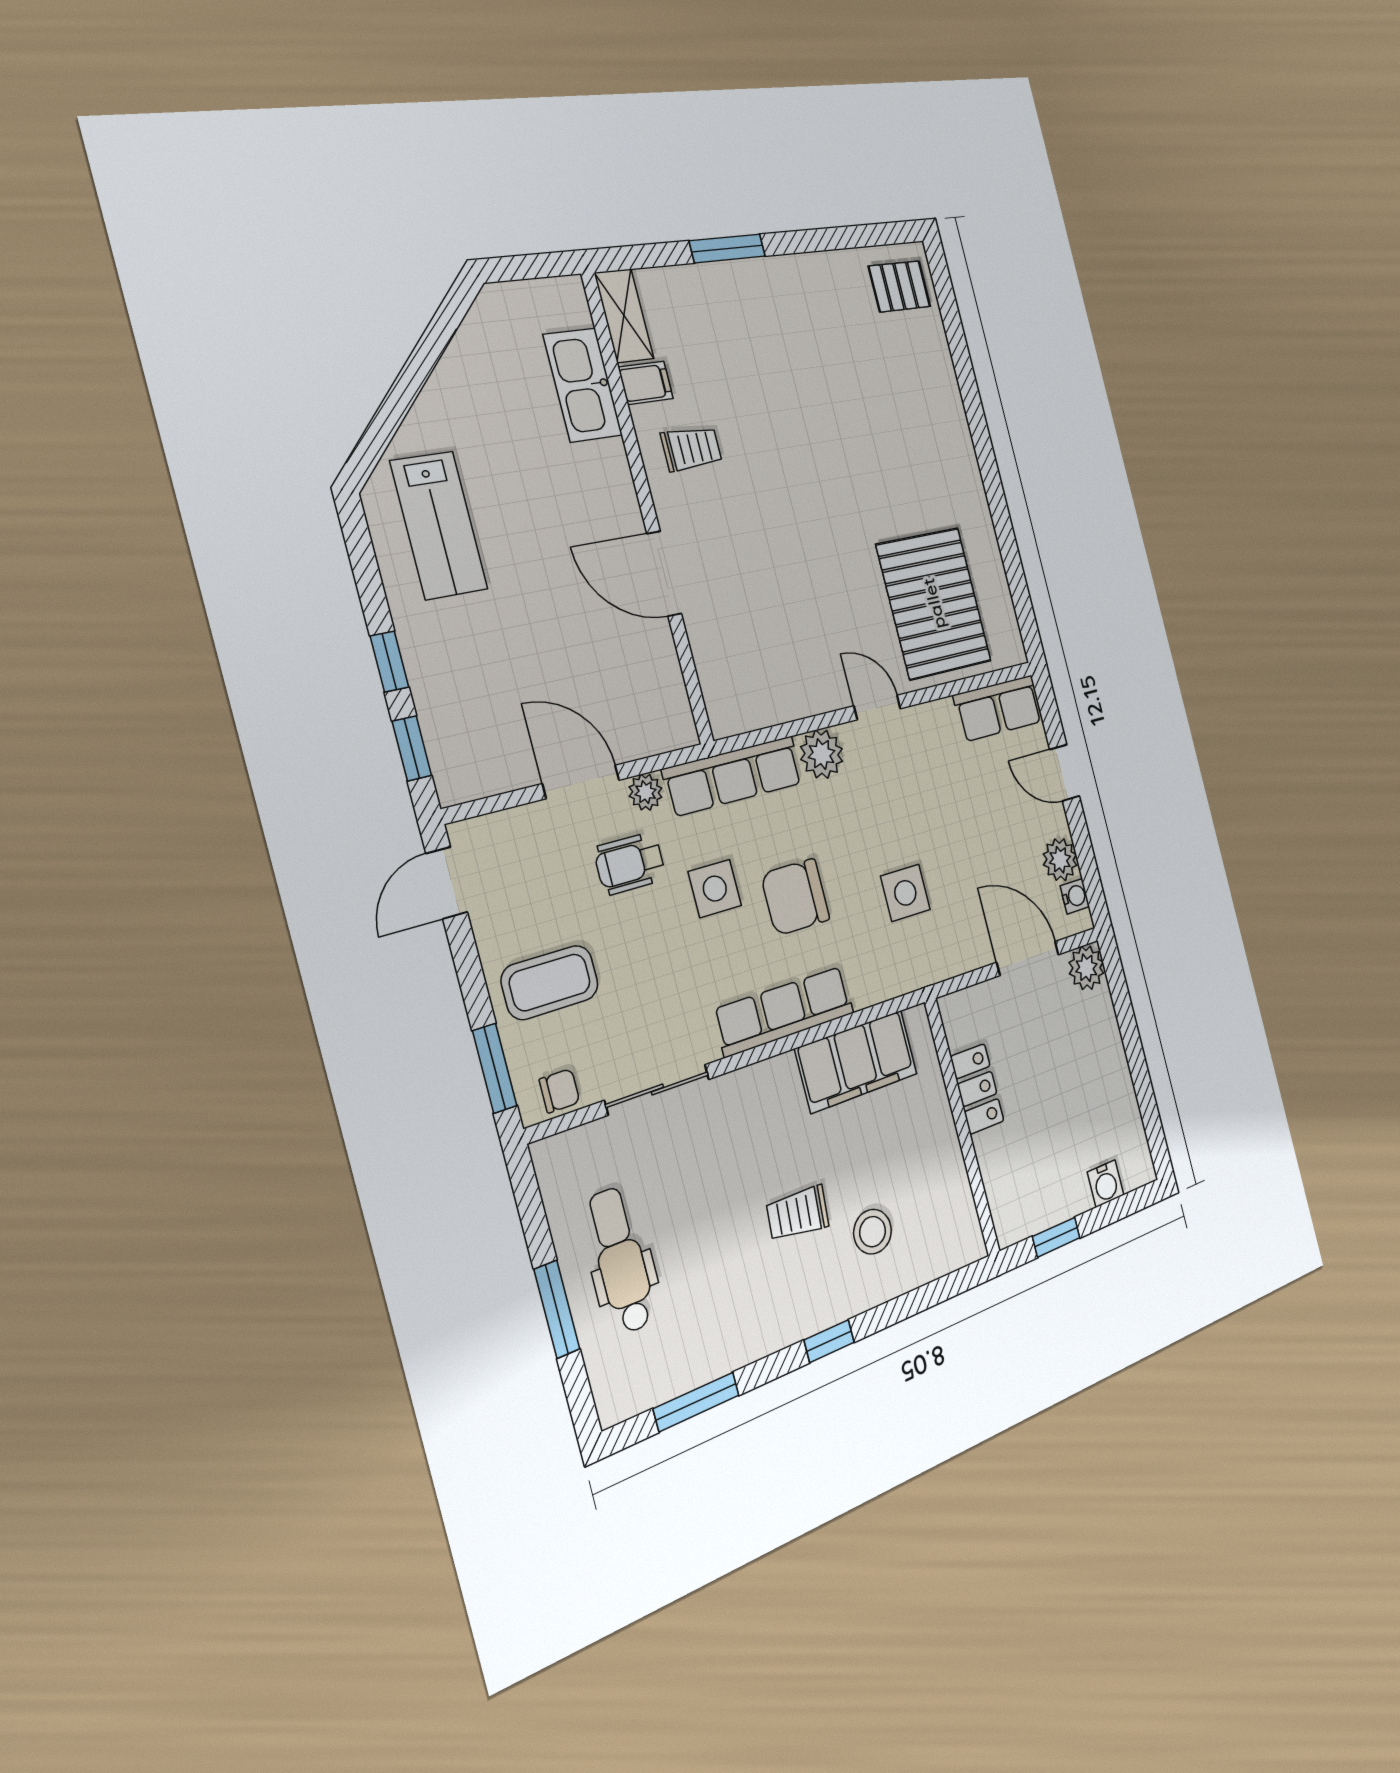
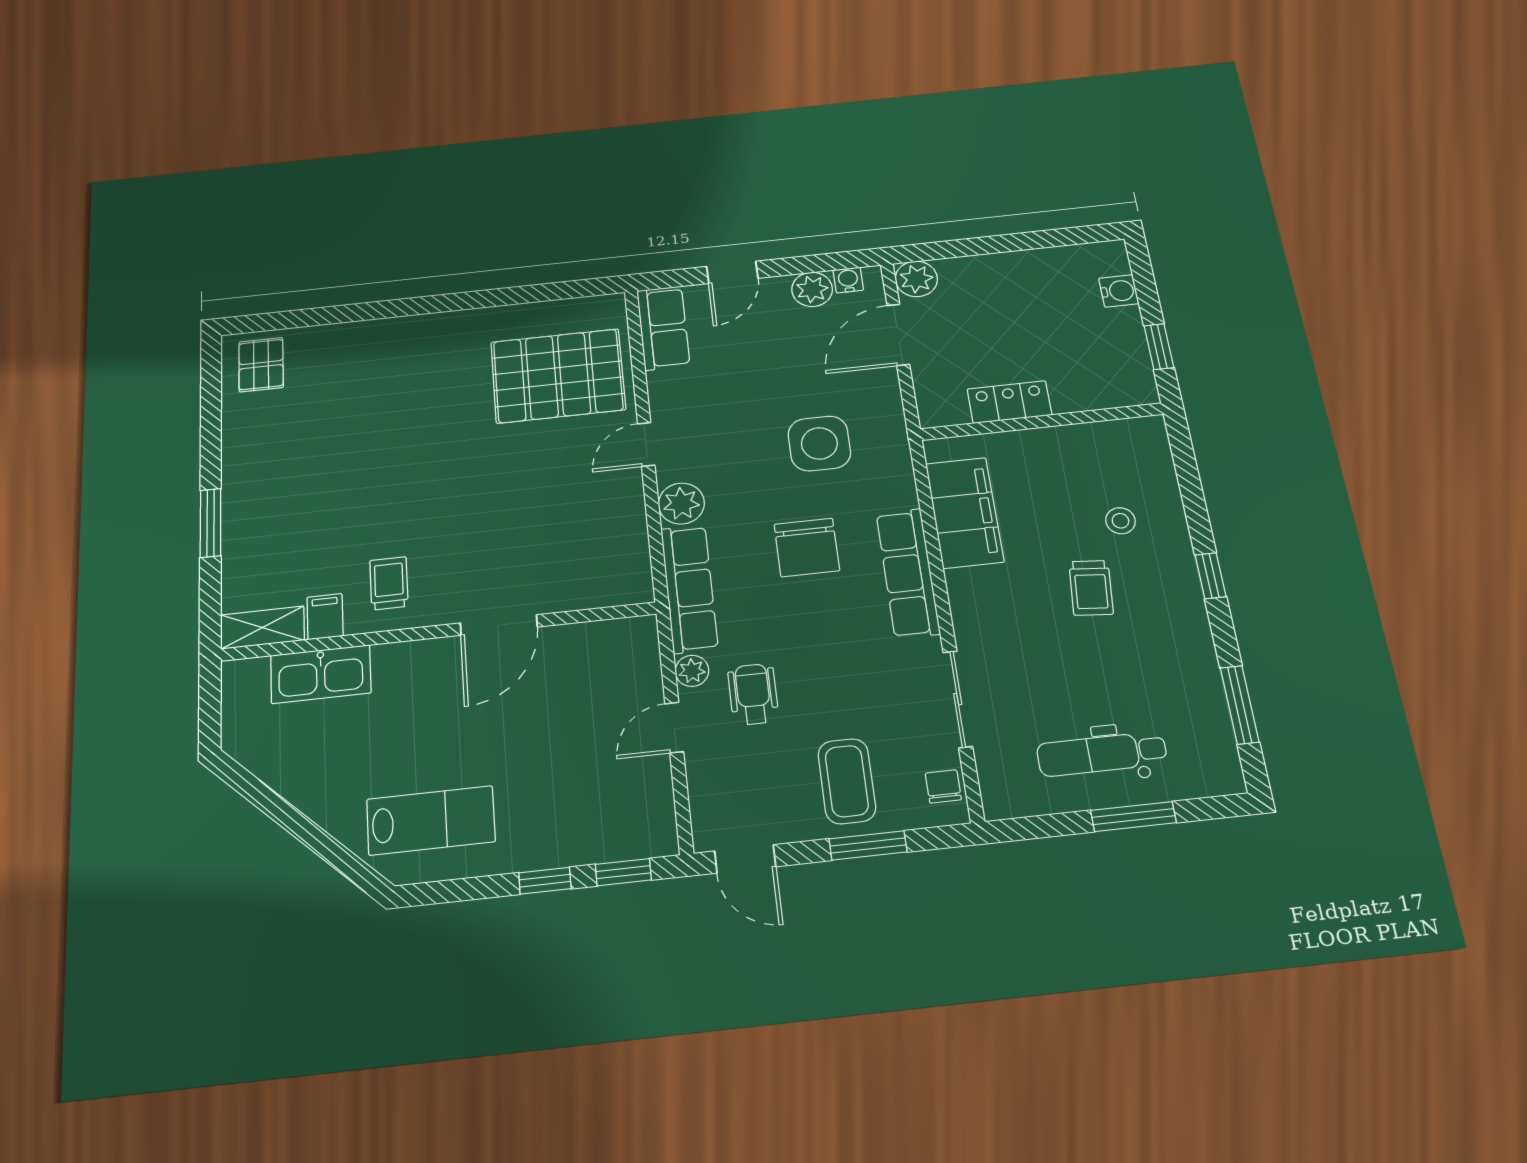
door: (581, 782) -> (674, 727), width x0.73
wheelchair: (630, 863) -> (753, 694), turned 180
side table: (715, 889) -> (788, 621), removed
side table: (905, 893) -> (819, 443), width x1.37, depth x1.37
window: (495, 1068) -> (868, 845), moved
stool: (873, 1232) -> (1120, 521), width x0.73, depth x0.73

